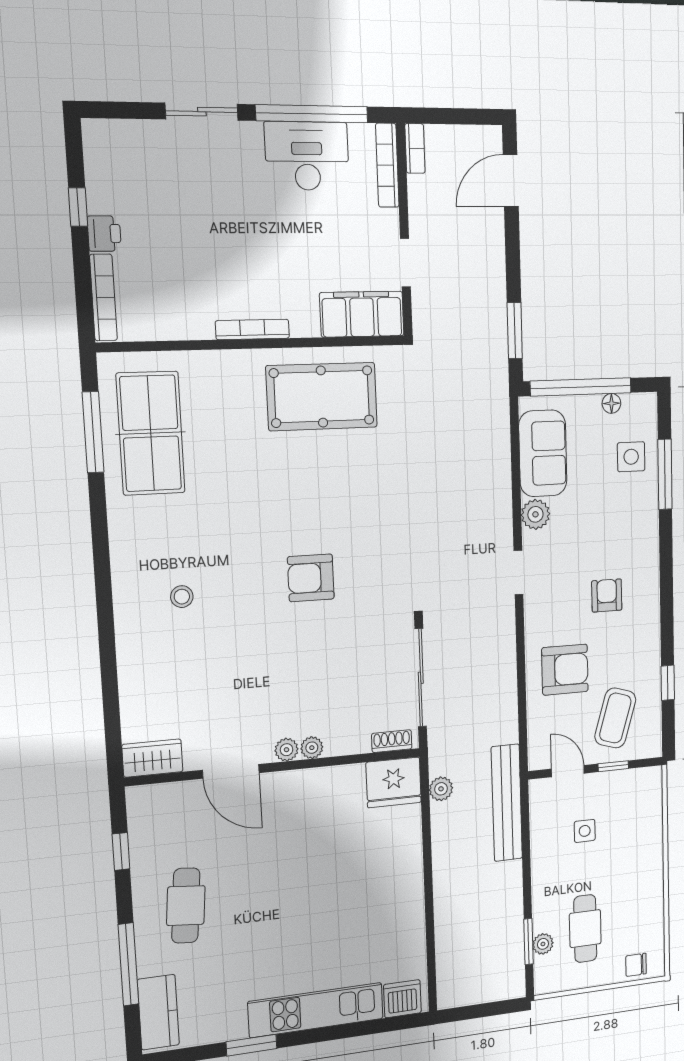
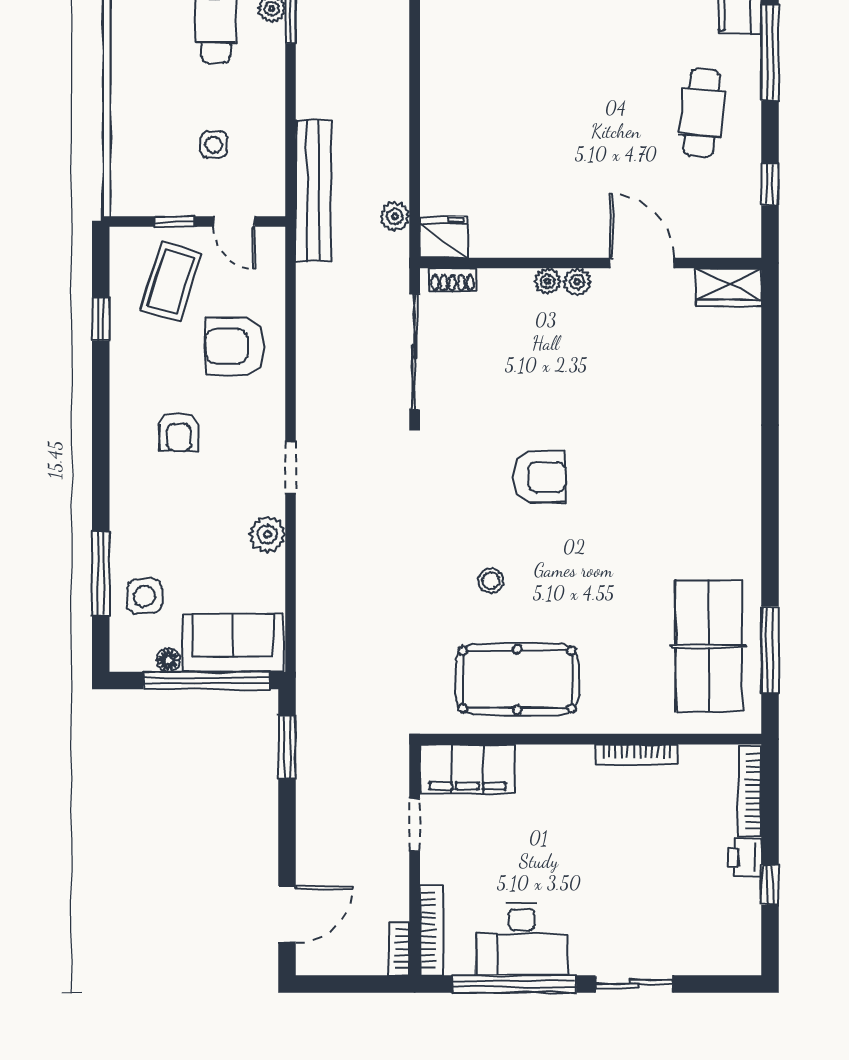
bookcase: (252, 329) -> (637, 755), moved
sofa: (543, 453) -> (233, 643), moved, turned 90
stool: (182, 597) -> (491, 581), moved
fridge: (394, 782) -> (444, 237), width x0.73, depth x0.75

